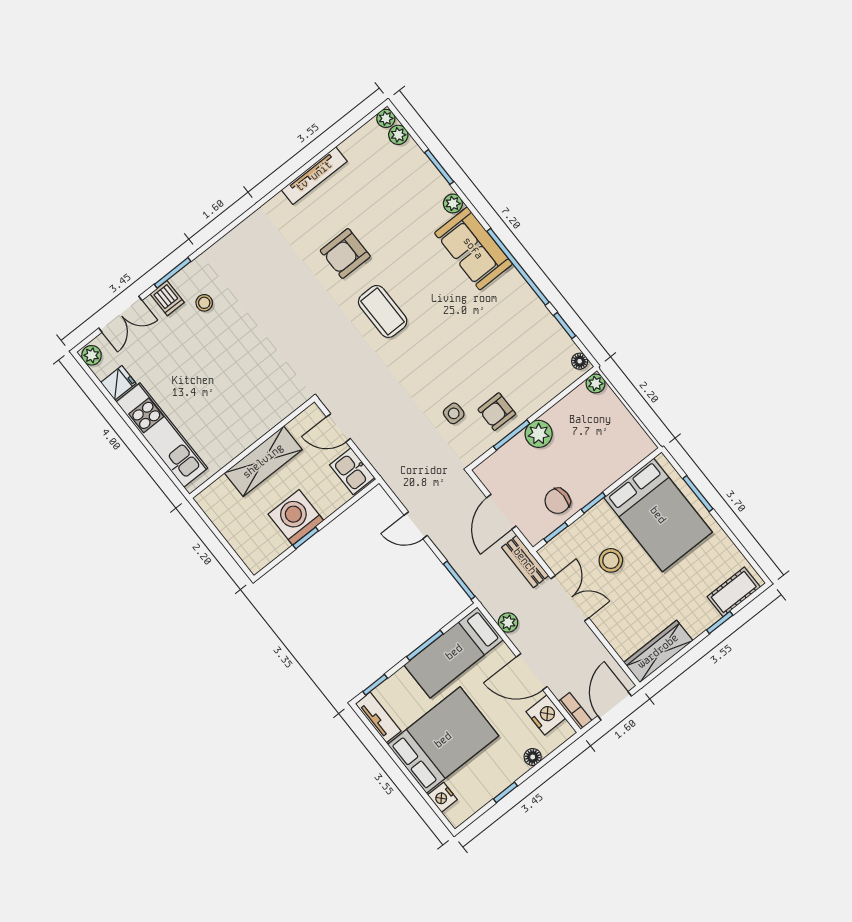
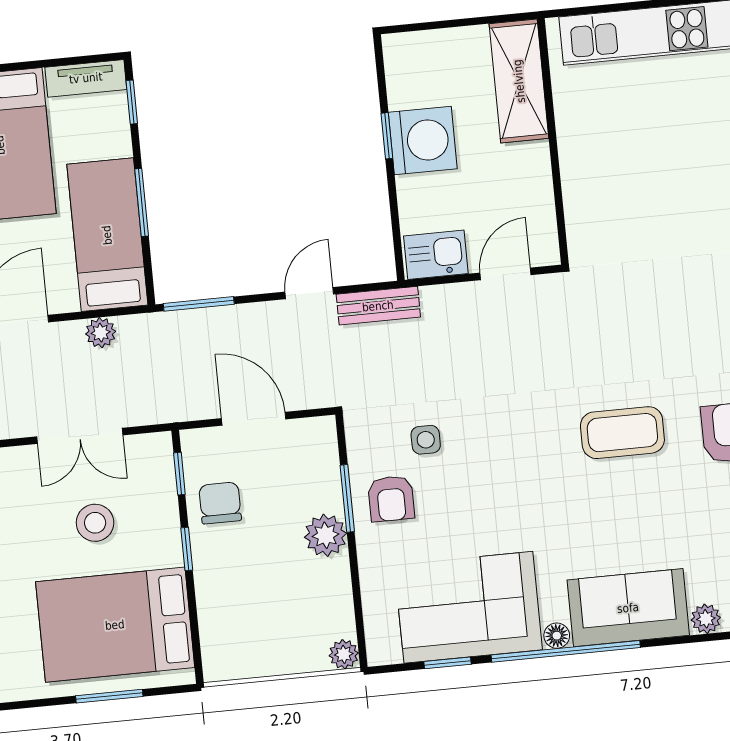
corner sofa: (528, 333) -> (468, 607), added
floor lamp: (580, 361) -> (557, 636), moved
armchair: (497, 412) -> (391, 499), turned 180
shelving: (263, 461) -> (519, 81), moved
bench: (525, 561) -> (378, 306), moved

